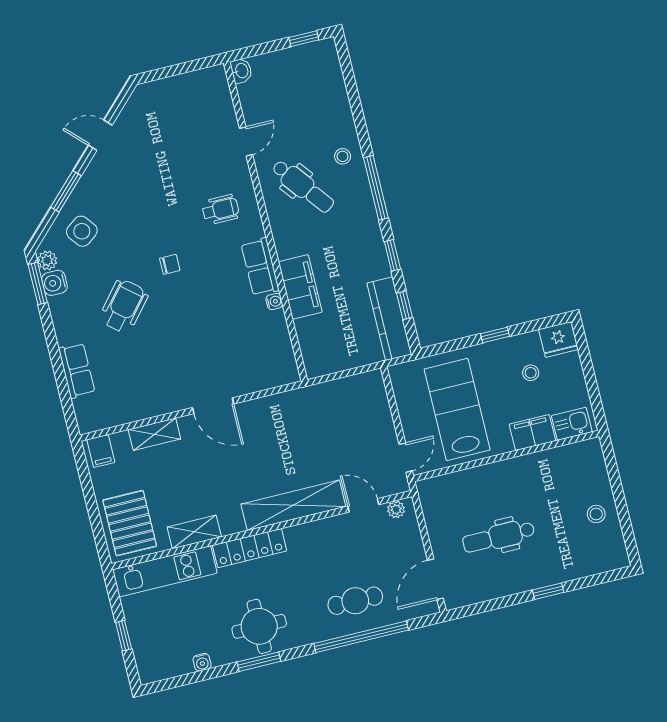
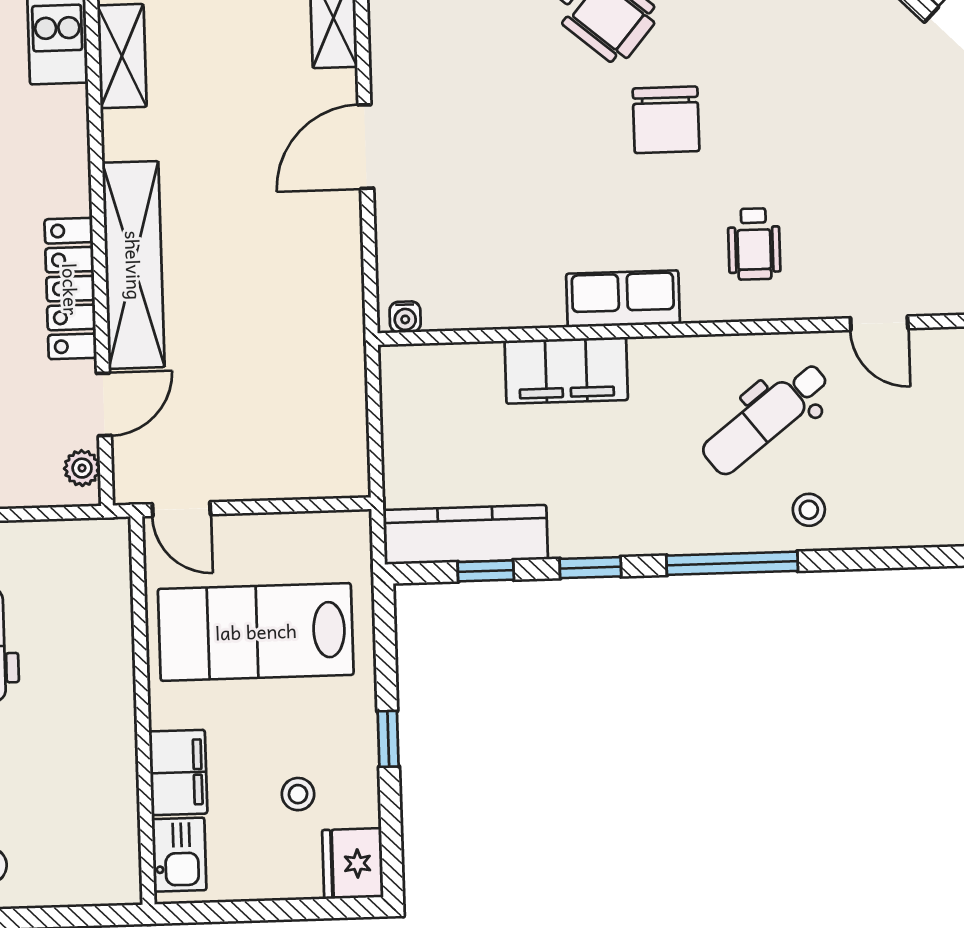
chair: (170, 264) -> (666, 120), width x1.87, depth x1.87
water cooler: (274, 301) -> (405, 317), moved
lab bench: (457, 409) -> (256, 632), turned 180
locker: (250, 548) -> (70, 289), moved

